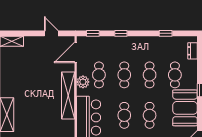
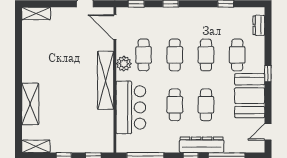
door: (76, 52) -> (115, 27), hinge flipped

